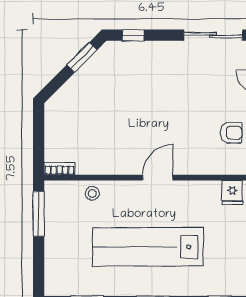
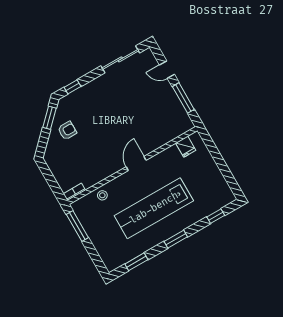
armchair: (231, 133) -> (67, 131), moved

